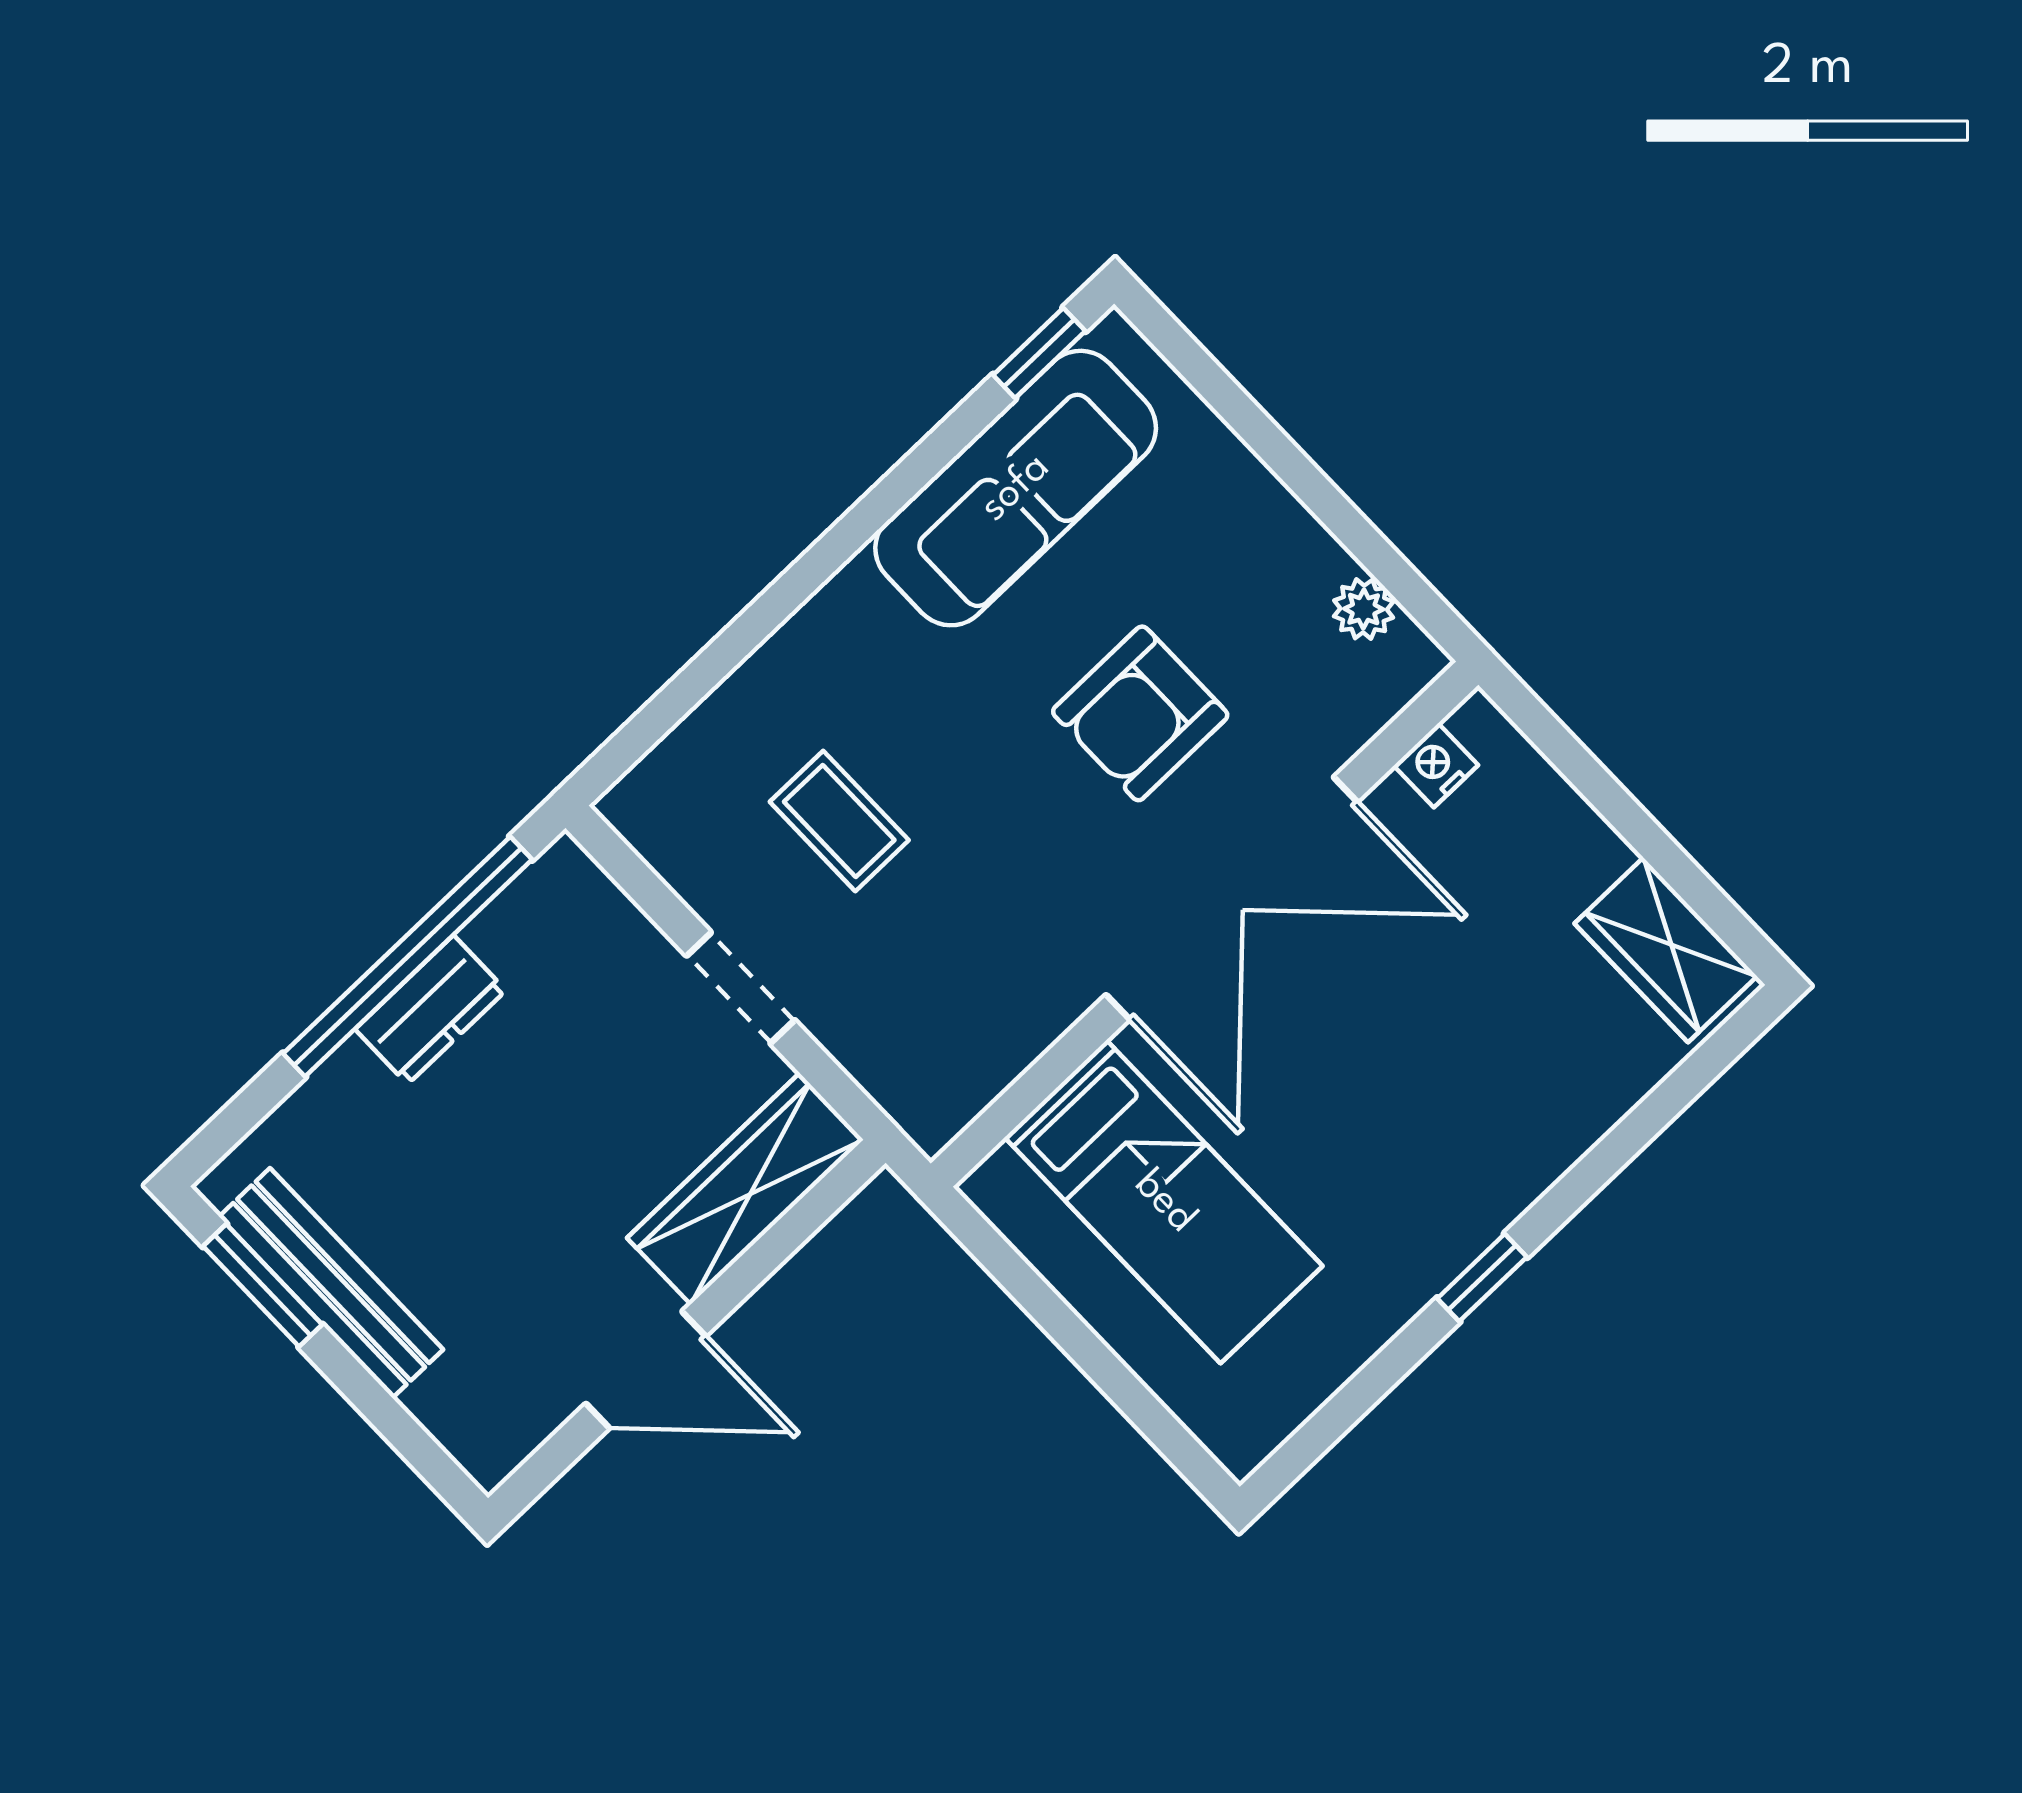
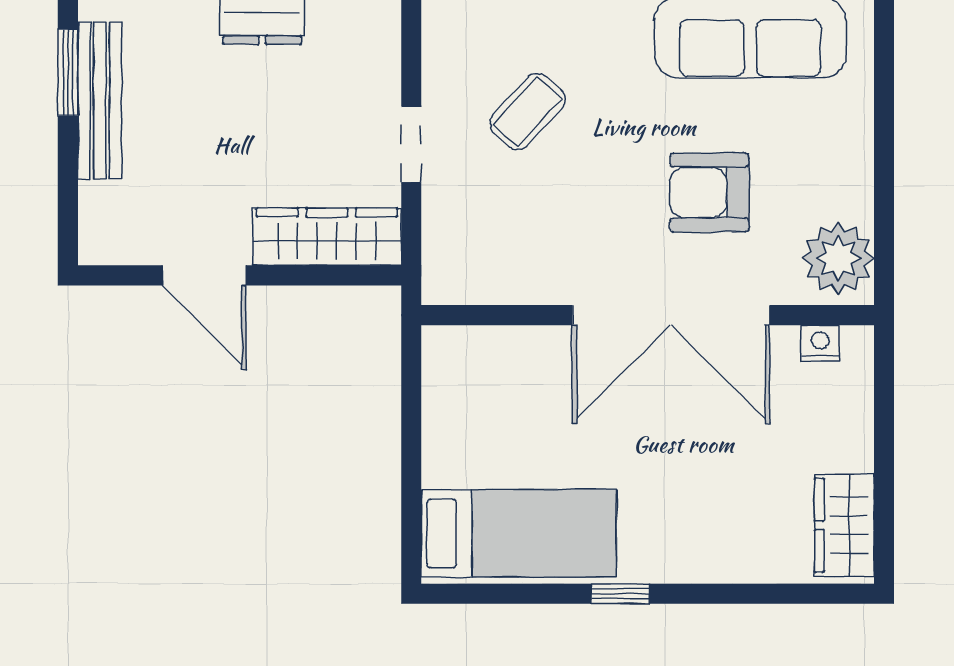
plant: (1364, 609) -> (838, 258), width x1.87, depth x1.87
coffee table: (839, 821) -> (528, 111), turned 43
bed: (1164, 1202) -> (519, 533), moved, turned -90

